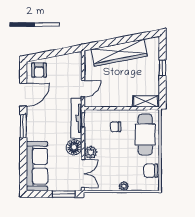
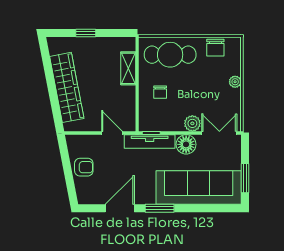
armchair: (39, 70) -> (84, 167), moved
door: (23, 95) -> (120, 208), hinge flipped
shelving: (146, 101) -> (128, 68), moved
sofa: (37, 166) -> (199, 188), width x1.36, depth x1.27
window: (64, 194) -> (245, 178), moved

